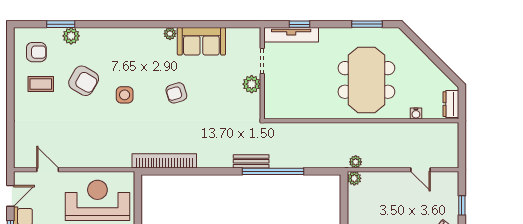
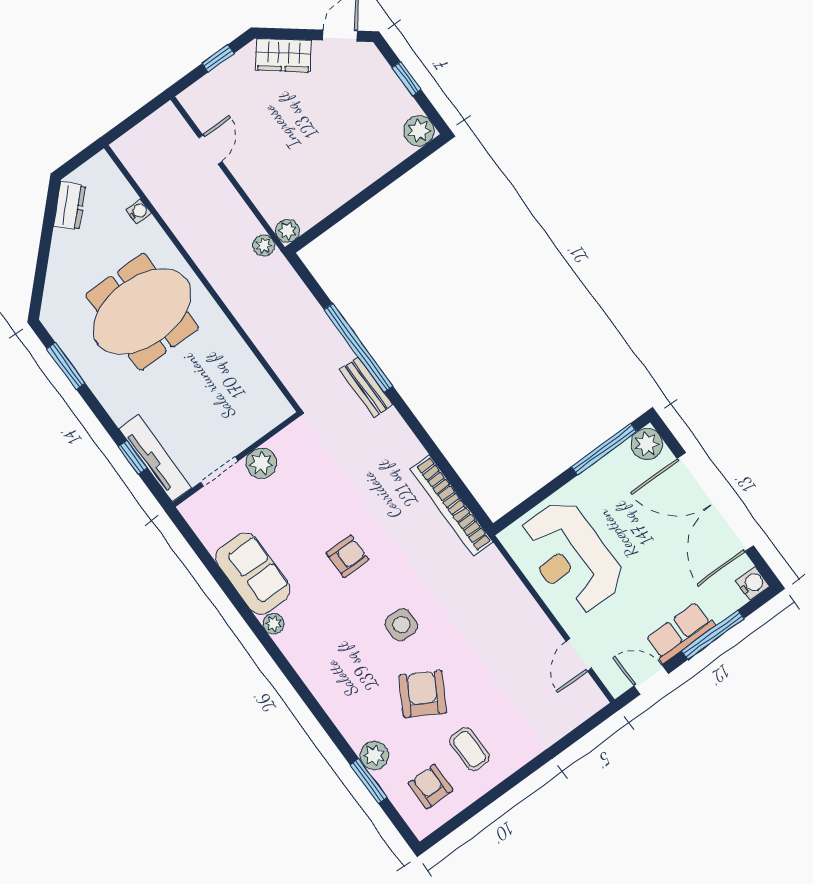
armchair: (176, 93) -> (347, 556), turned -73
dresser: (451, 104) -> (70, 206), moved, turned -45

